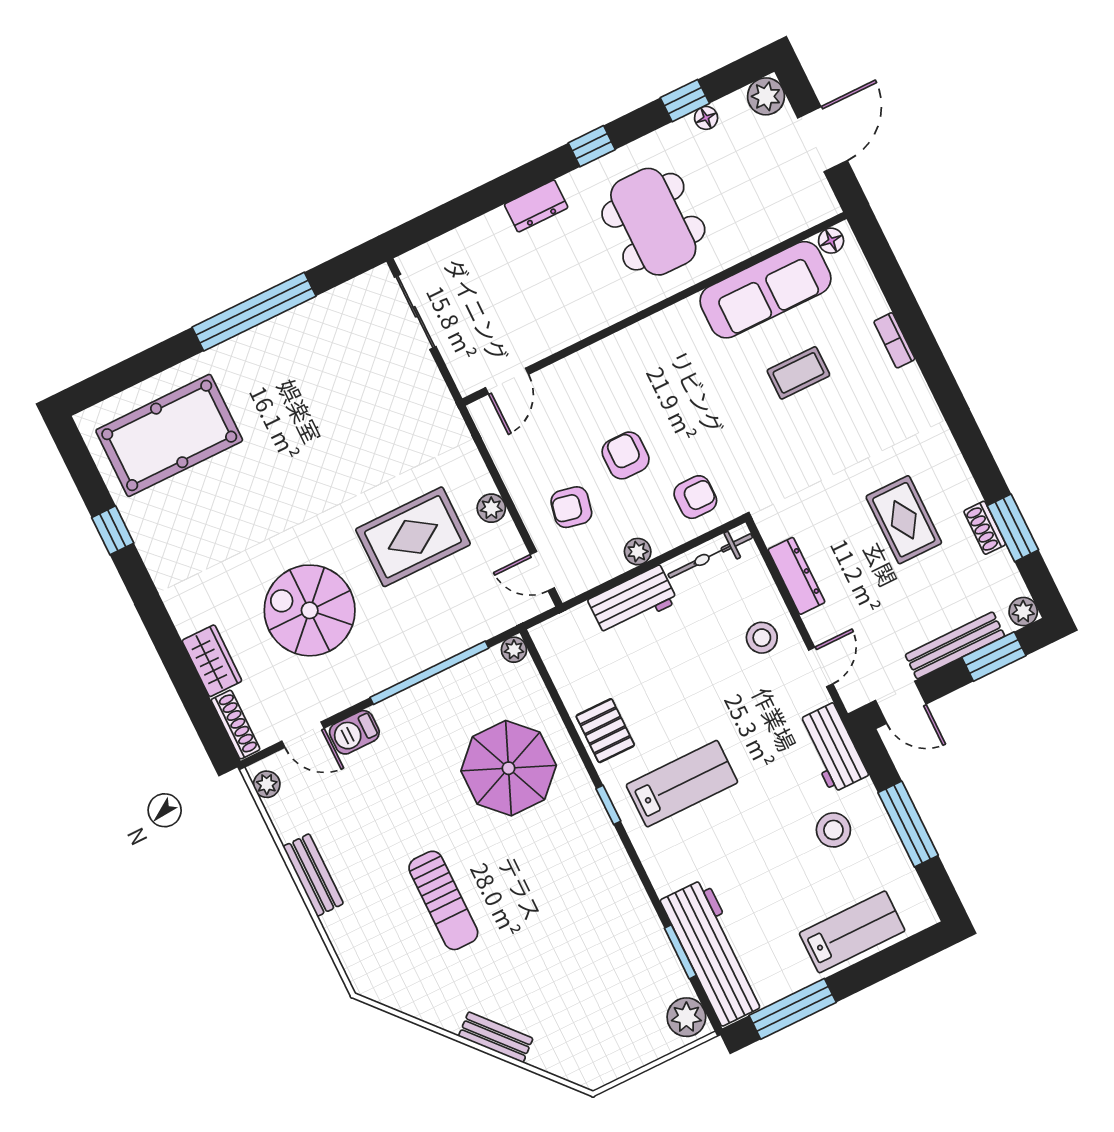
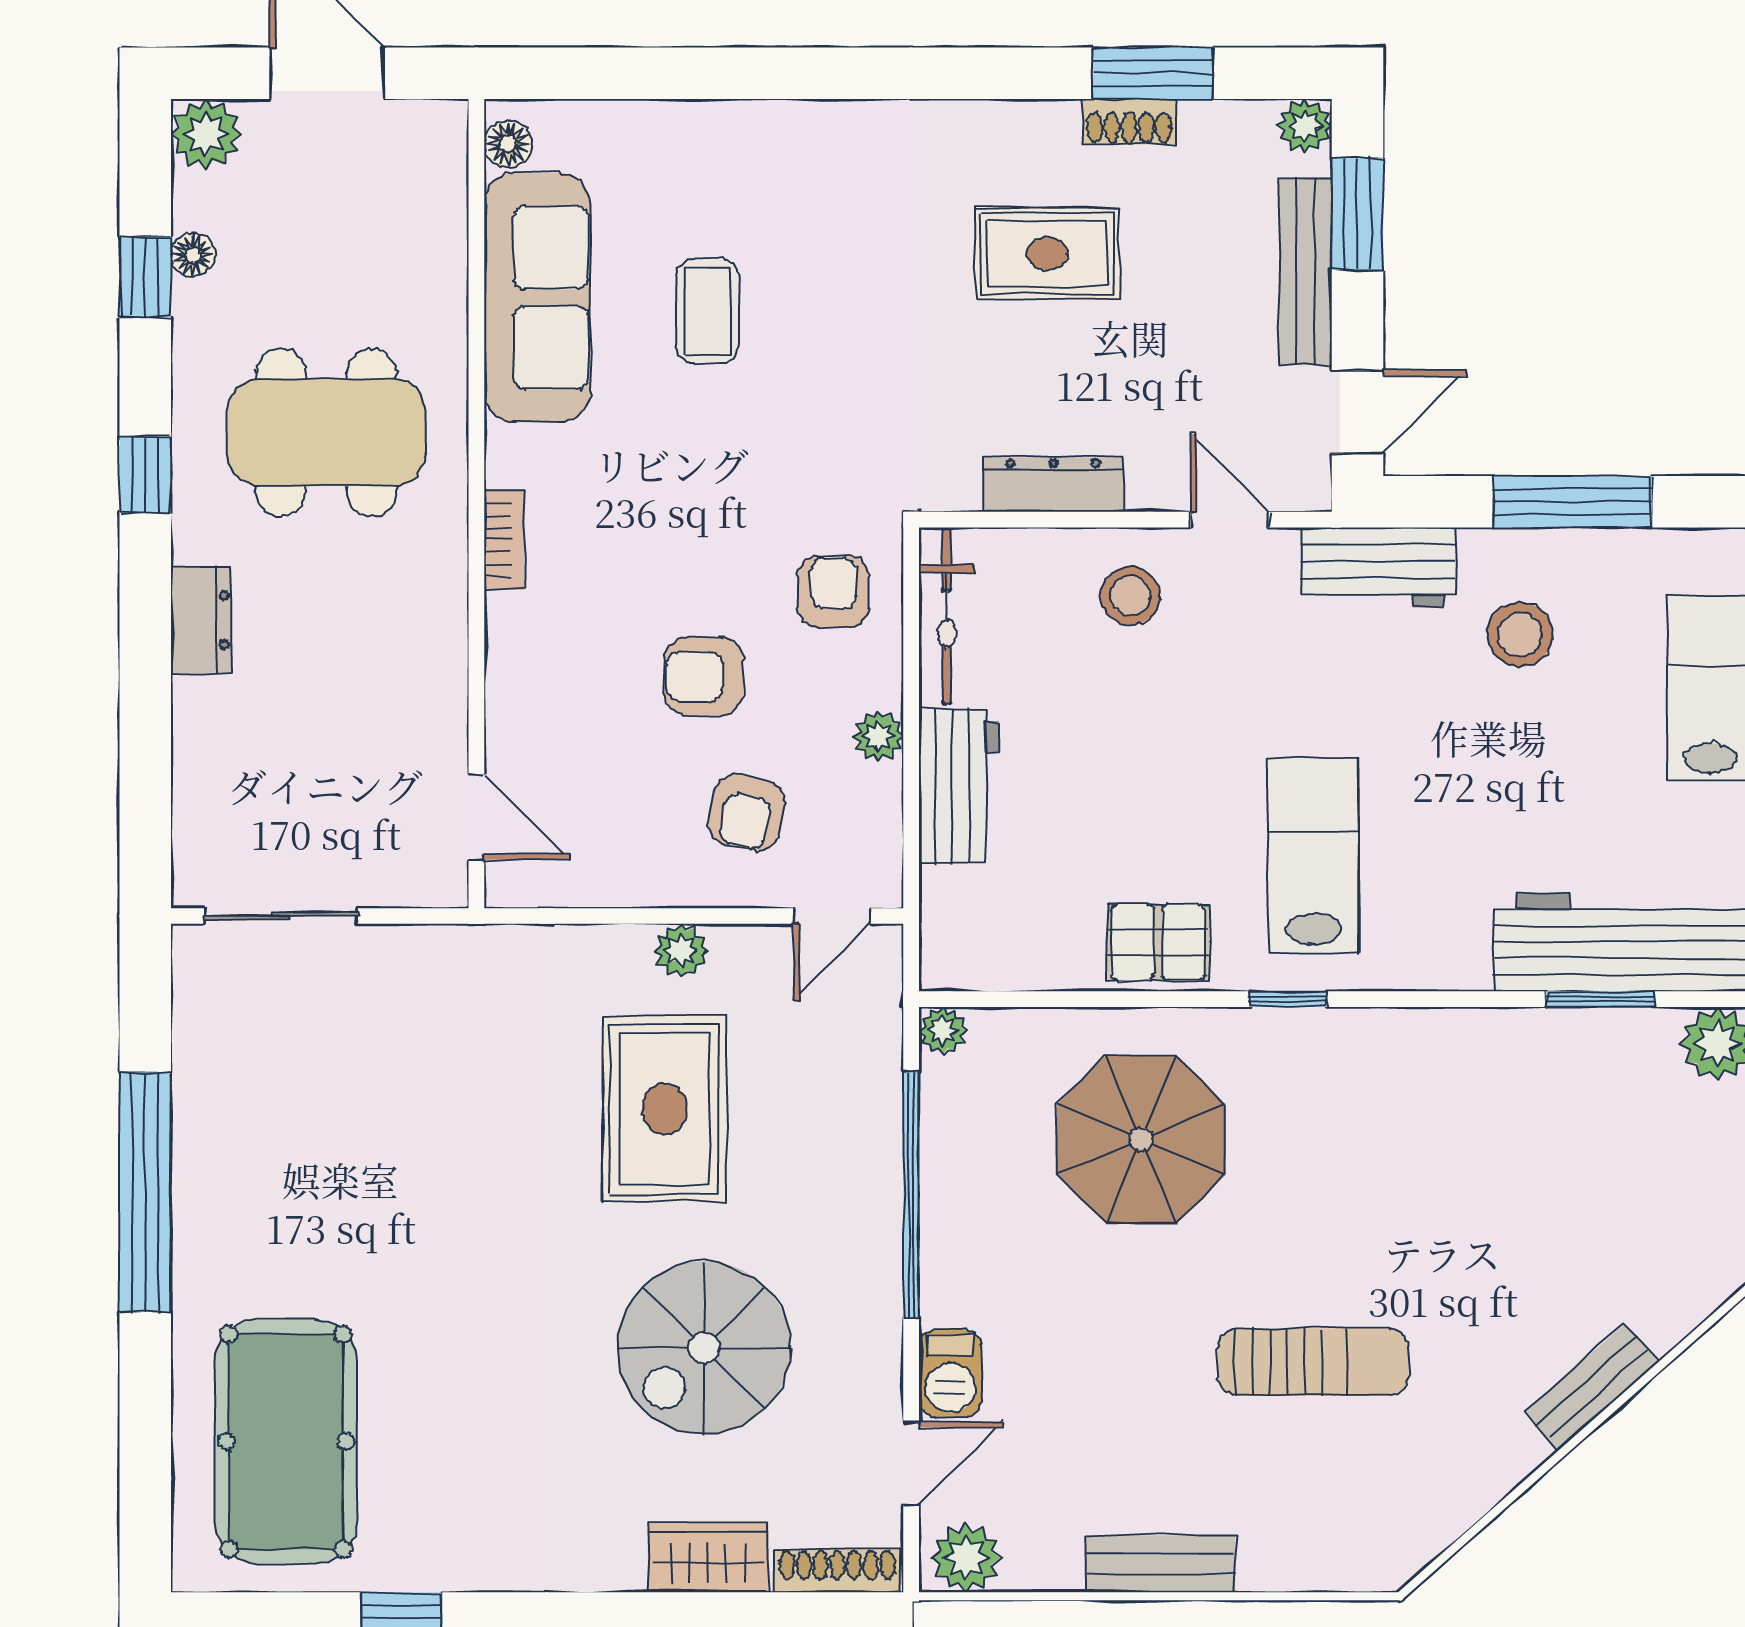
bookcase: (894, 340) -> (504, 540), moved, turned -90
plant: (267, 784) -> (966, 1558), width x1.38, depth x1.38

